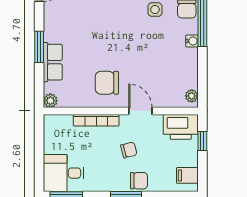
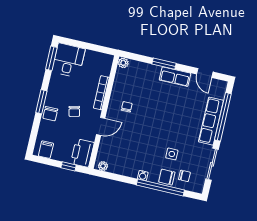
row of seats: (53, 62) -> (175, 77), moved
chair: (107, 83) -> (127, 107), width x0.54, depth x0.54

